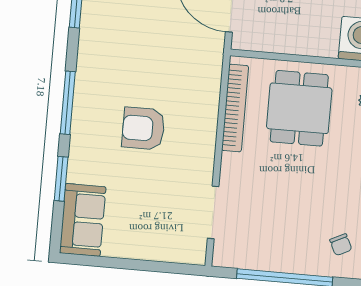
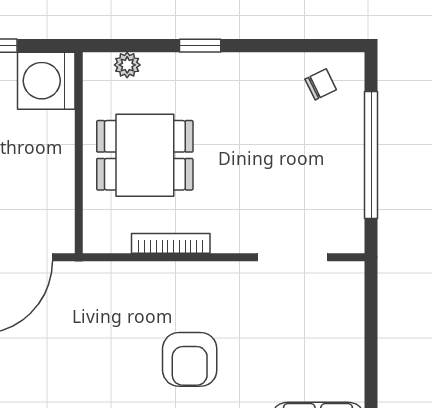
bookcase: (235, 108) -> (171, 243), width x0.68, depth x0.76

